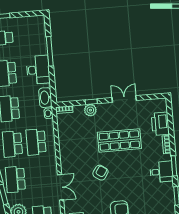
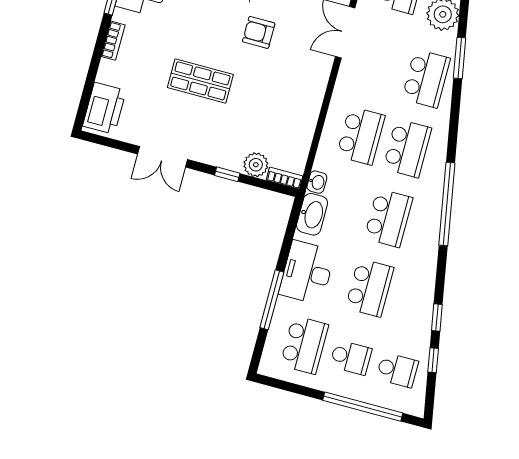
school desk: (27, 36) -> (304, 345), added
plant: (90, 110) -> (256, 165), moved
printer: (160, 124) -> (104, 108), moved
shop shelf: (119, 140) -> (200, 81), width x0.70, depth x0.74
armchair: (100, 173) -> (259, 32), turned 55

